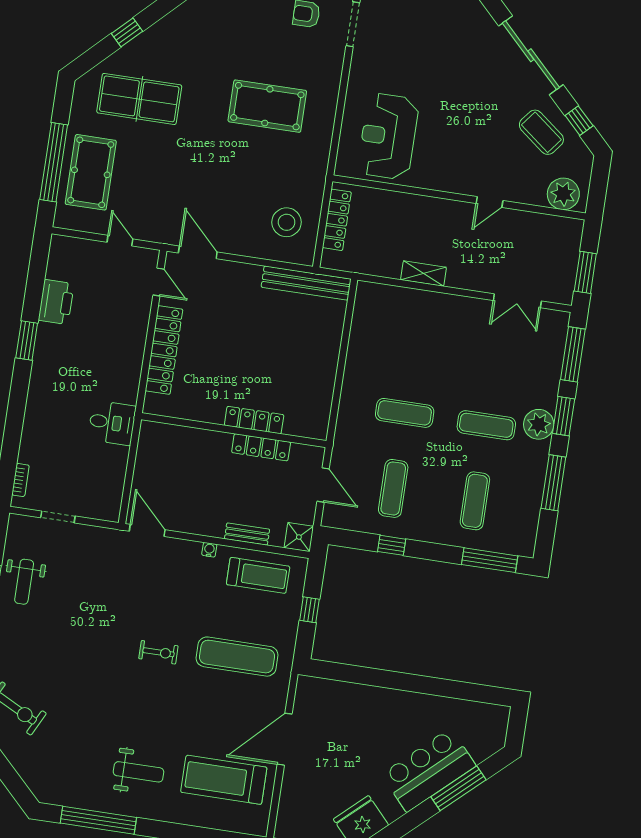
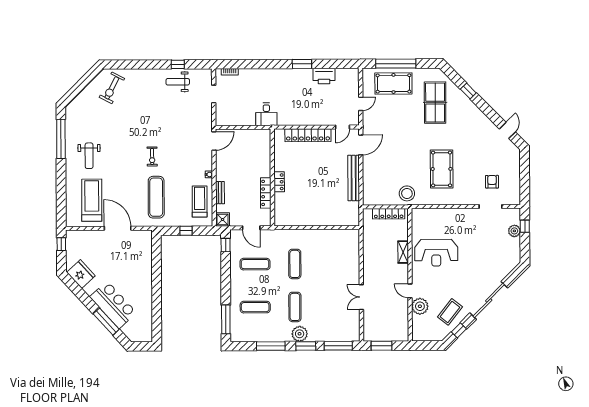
reception desk: (388, 136) -> (436, 253), moved, turned 180
plant: (563, 194) -> (420, 306), moved
stool: (287, 222) -> (407, 193), moved
shelving: (424, 274) -> (403, 252), moved
bench: (306, 283) -> (354, 178), moved
double door: (517, 301) -> (361, 297), moved
locker: (254, 420) -> (279, 182), width x0.66
door: (323, 485) -> (251, 228), hinge flipped
window: (392, 545) -> (226, 245), moved
treadmill: (258, 575) -> (200, 202), turned 180

